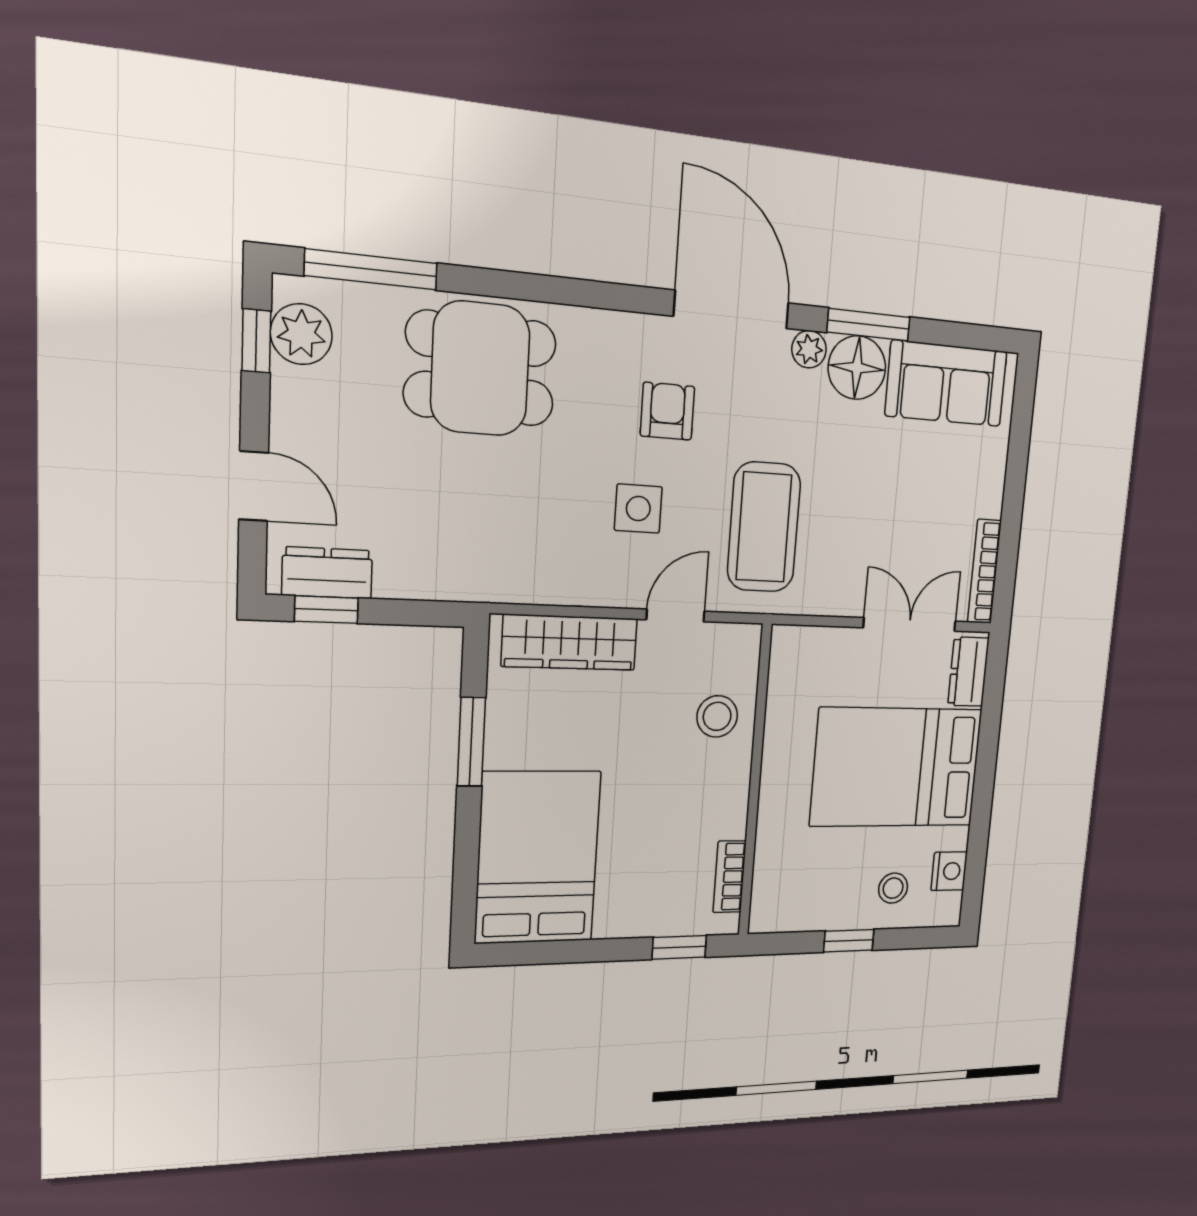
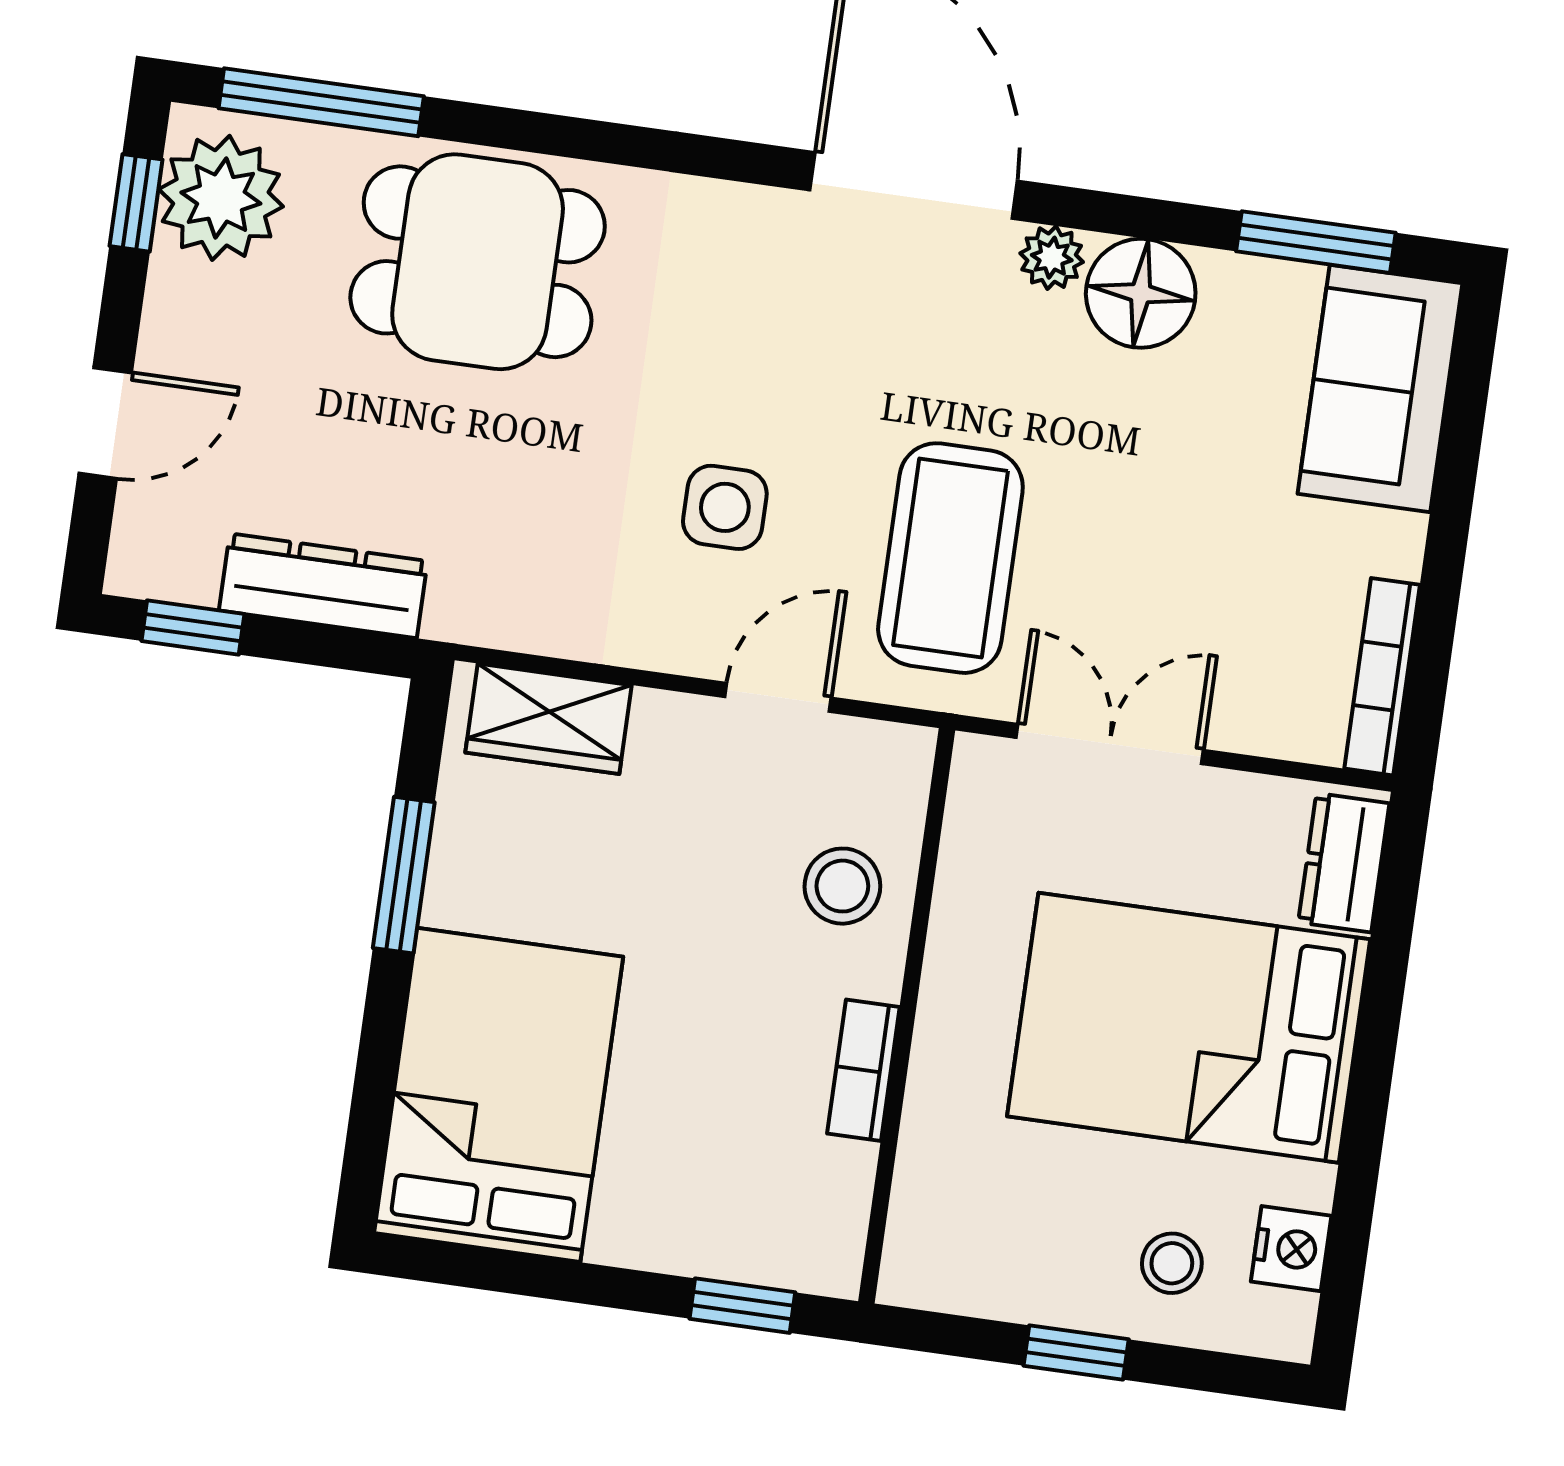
window: (869, 325) -> (1316, 242), moved
plant: (301, 334) -> (221, 198), width x1.36, depth x1.36
sofa: (946, 384) -> (1380, 389), moved, turned 90
armchair: (667, 411) -> (788, 348), removed
door: (254, 486) -> (105, 423), hinge flipped
dresser: (327, 573) -> (323, 586), moved, width x1.44
double door: (910, 624) -> (1110, 744), moved
wardrobe: (570, 642) -> (549, 719), width x0.67
bookcase: (730, 877) -> (863, 1070), moved

